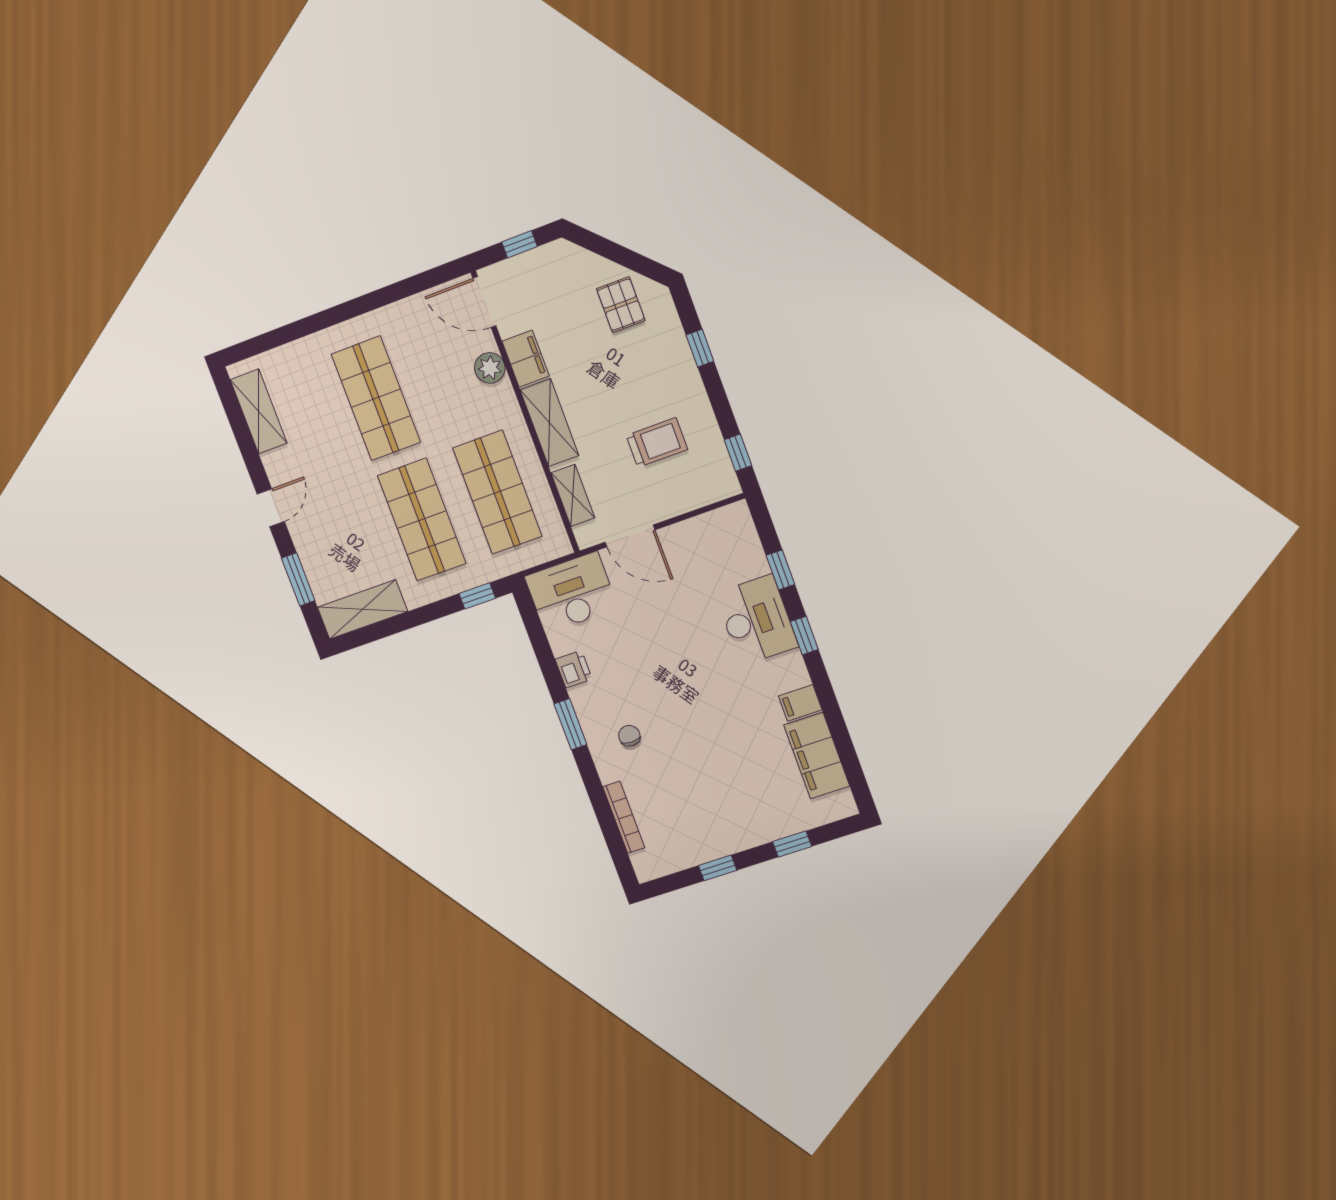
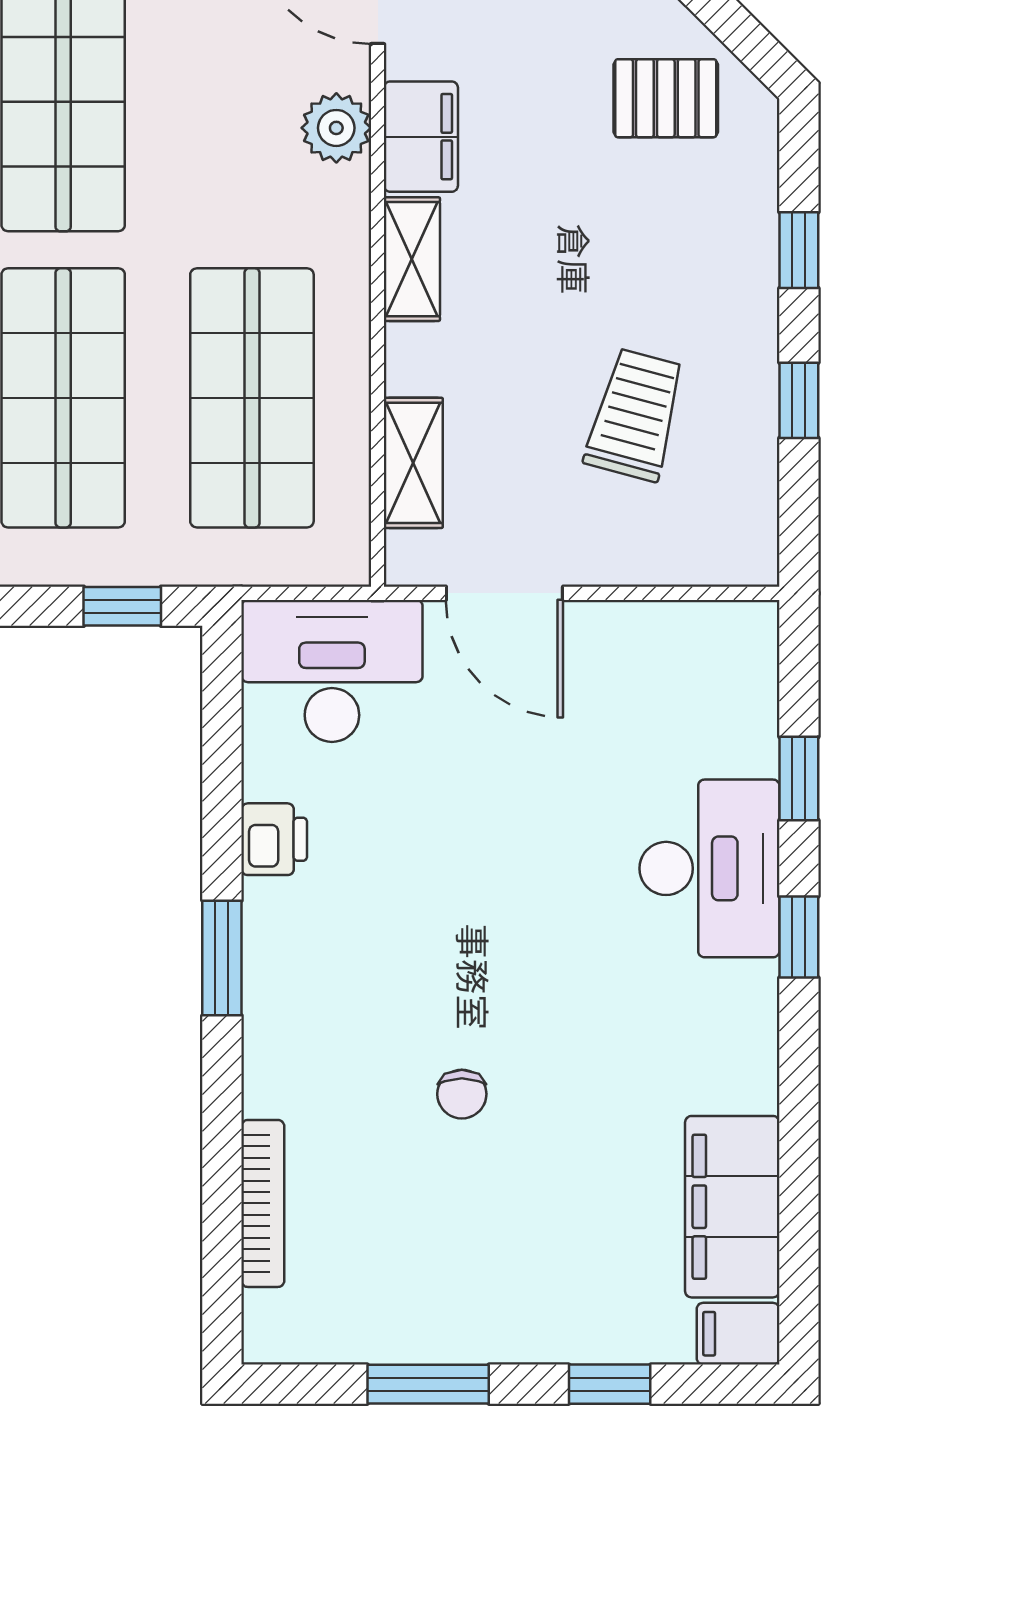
pallet: (621, 305) -> (666, 98), turned 90
shelving: (549, 423) -> (412, 259), width x0.67, depth x0.75
trolley: (657, 442) -> (635, 415), turned -75
window: (738, 453) -> (799, 400), moved
filing cabinet: (800, 703) -> (738, 1334), moved
chair: (629, 736) -> (462, 1094), moved, turned 180
window: (718, 868) -> (428, 1384), width x1.50

